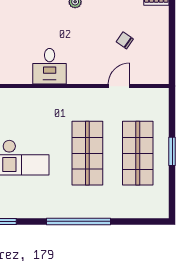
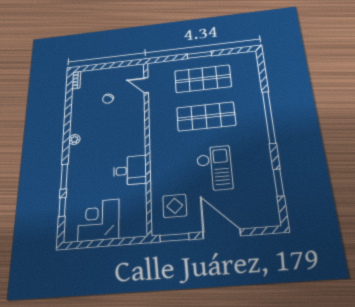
desk: (50, 66) -> (130, 170), moved
door: (119, 86) -> (146, 85), moved

